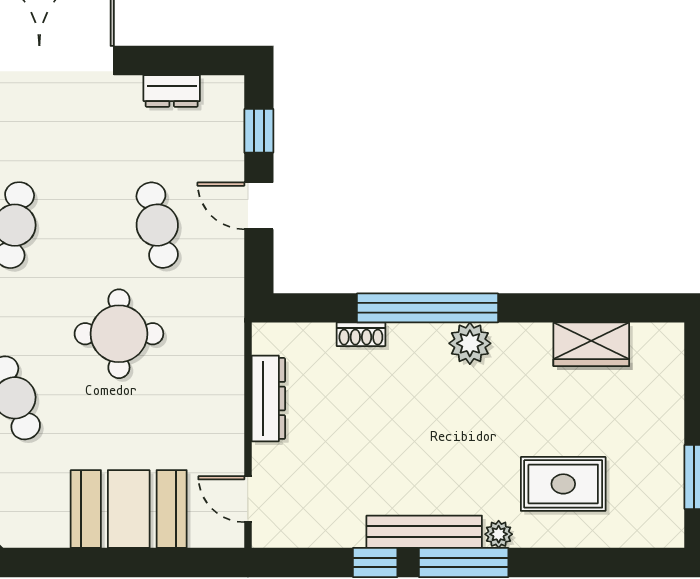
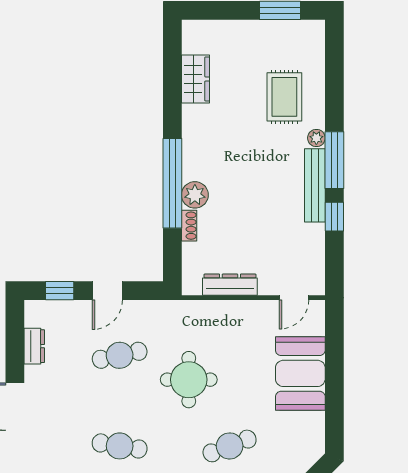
plant: (470, 343) -> (195, 195), moved

